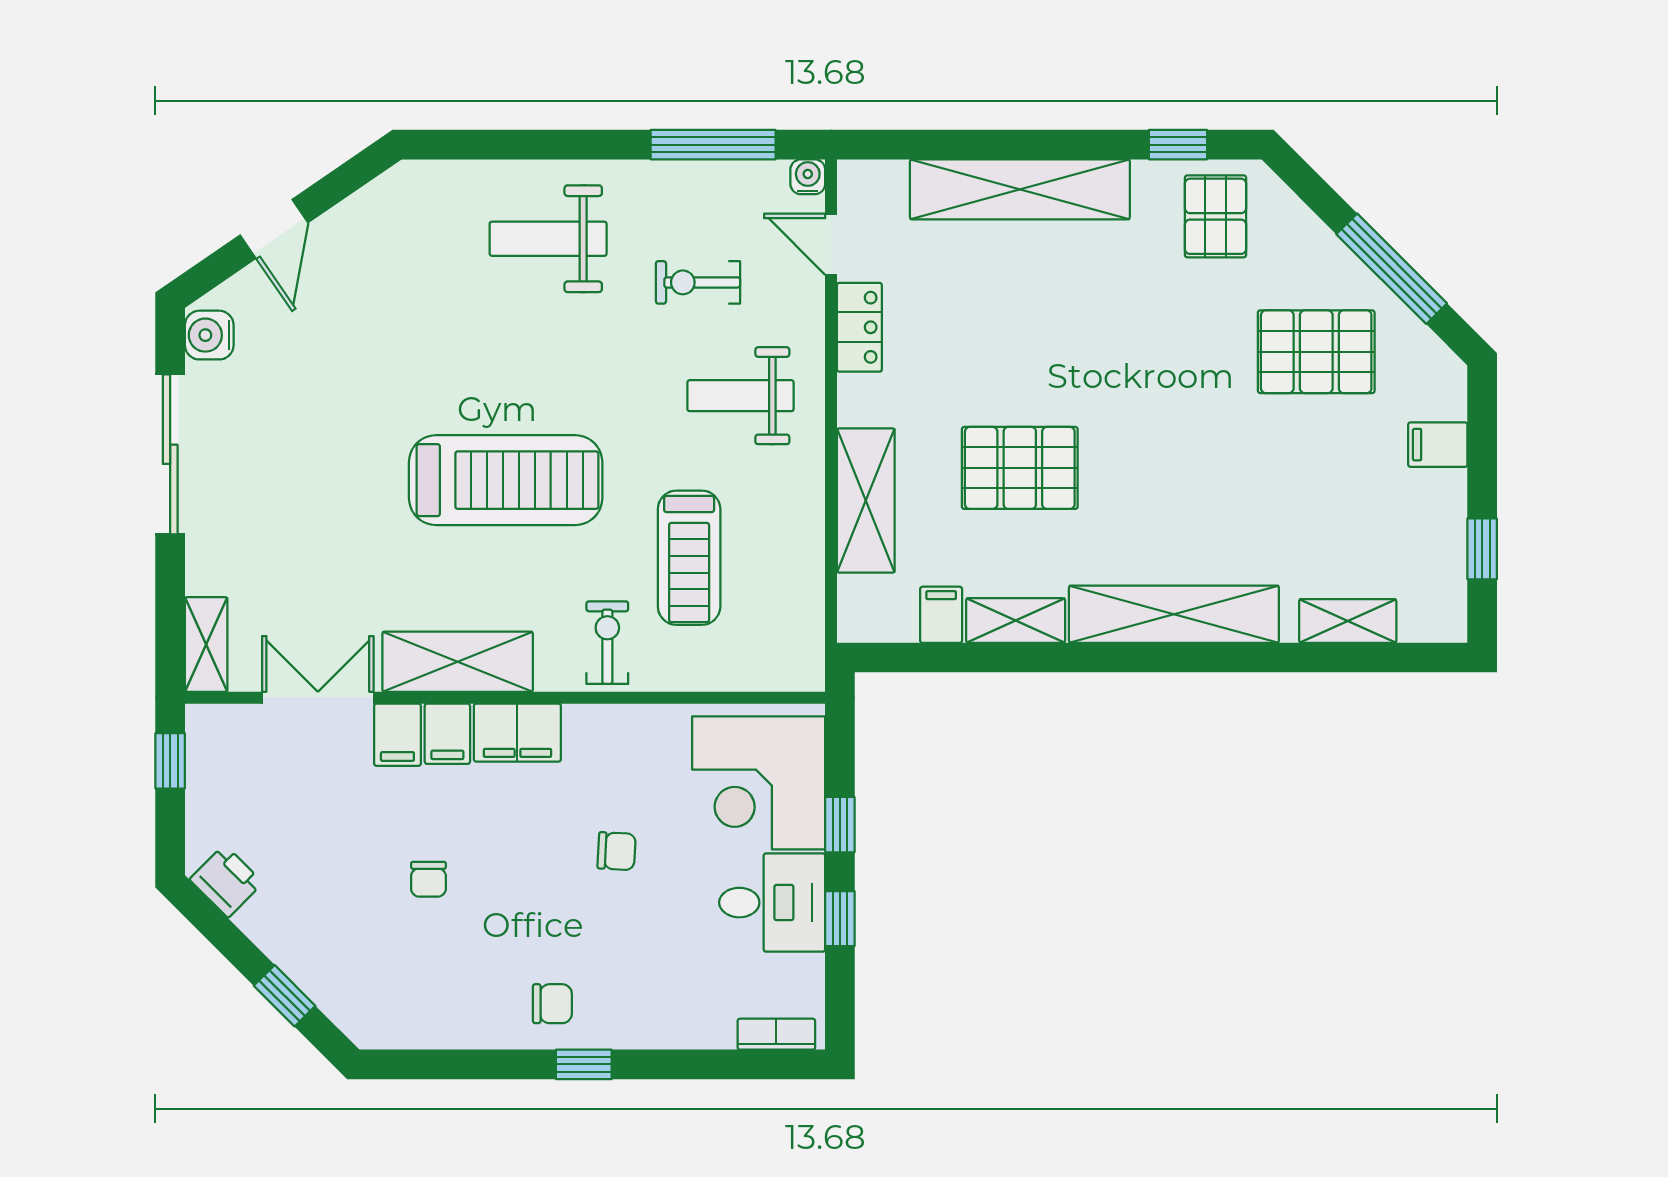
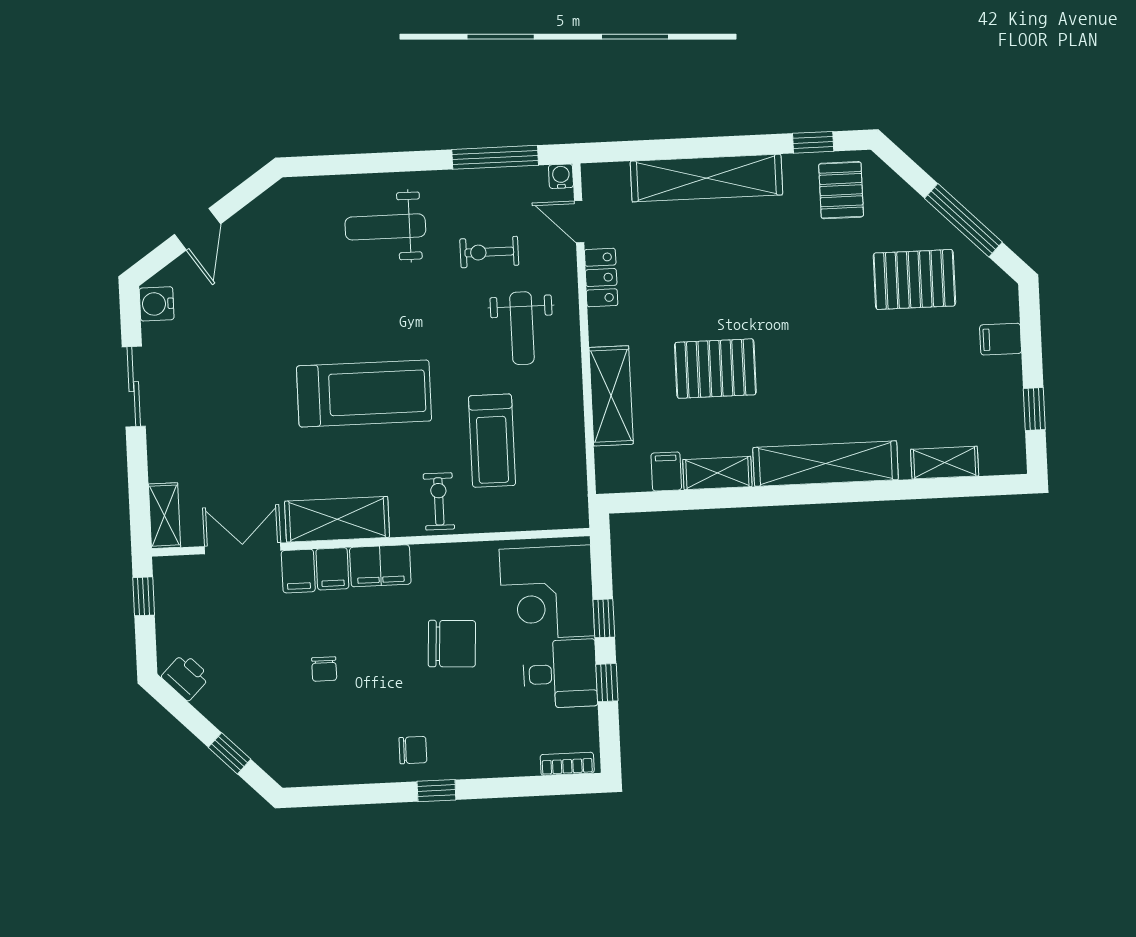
weight bench: (740, 396) -> (522, 328), turned -90
sliding door: (170, 454) -> (134, 387), width x0.73
chair: (617, 851) -> (452, 644), width x1.87, depth x1.87

